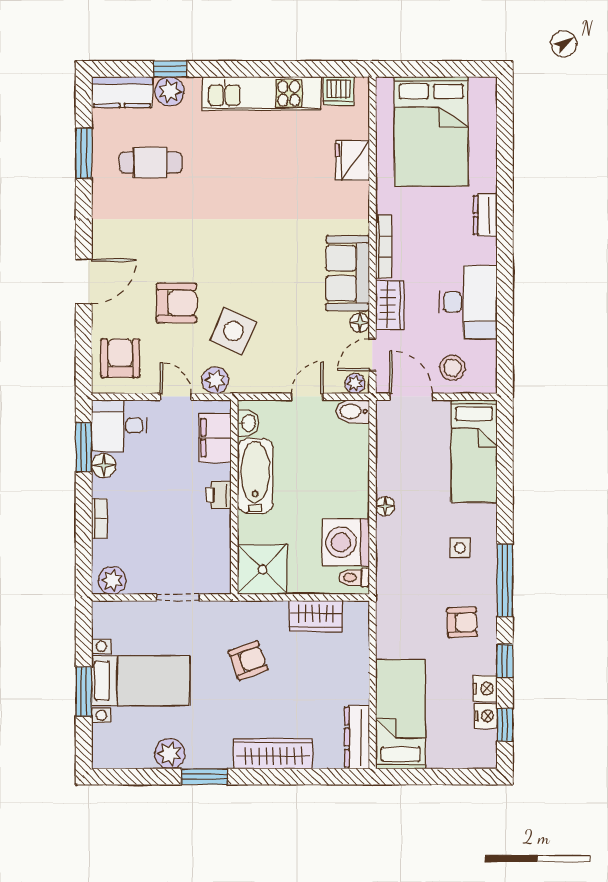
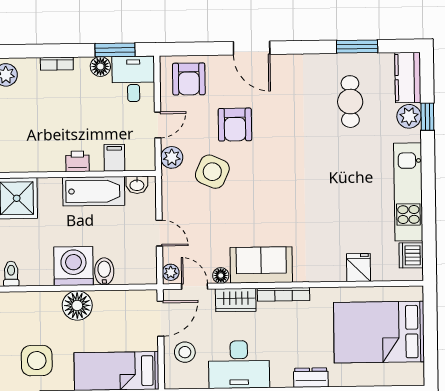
fridge: (352, 161) -> (358, 267), width x0.72
armchair: (120, 358) -> (189, 79), turned 90
bidet: (353, 411) -> (104, 271), moved
filing cabinet: (215, 438) -> (114, 158), width x0.50
floor lamp: (385, 506) -> (77, 305), width x1.89, depth x1.89
washing machine: (346, 542) -> (74, 266), moved
side table: (460, 548) -> (37, 361), width x1.87, depth x1.87

